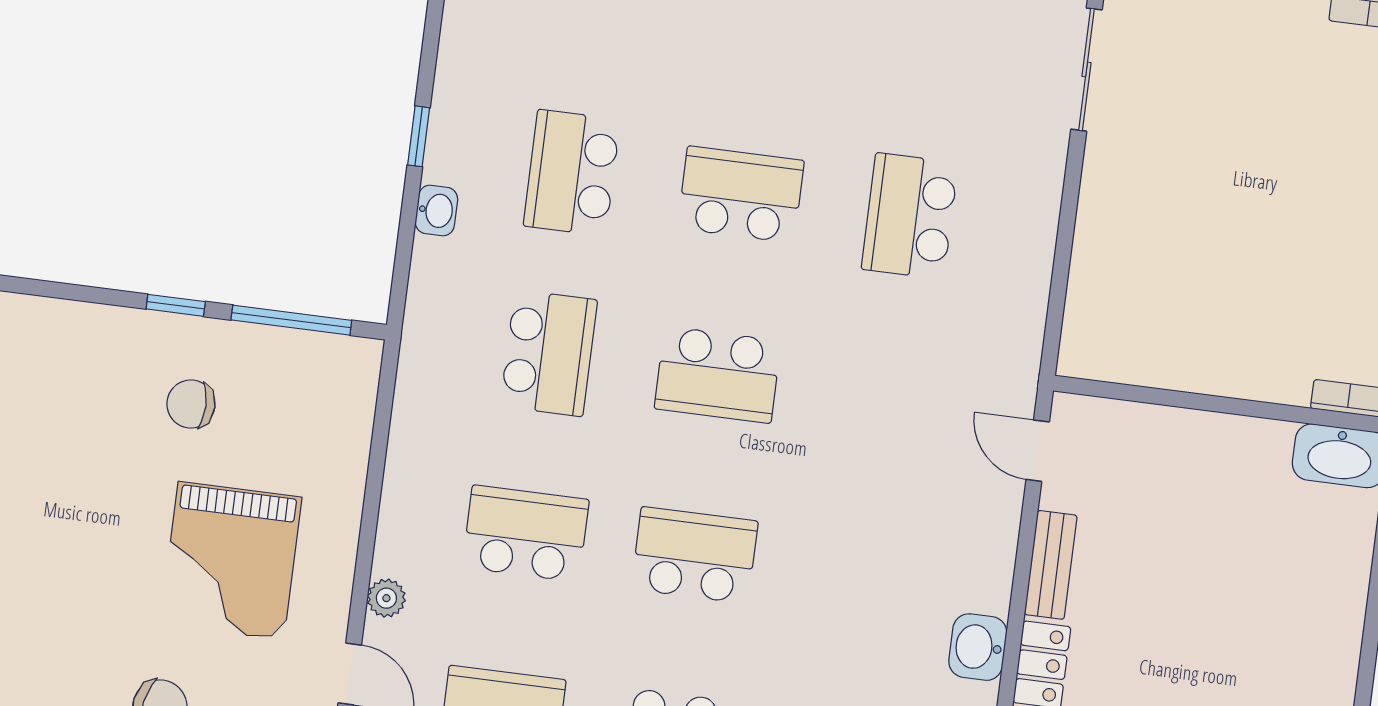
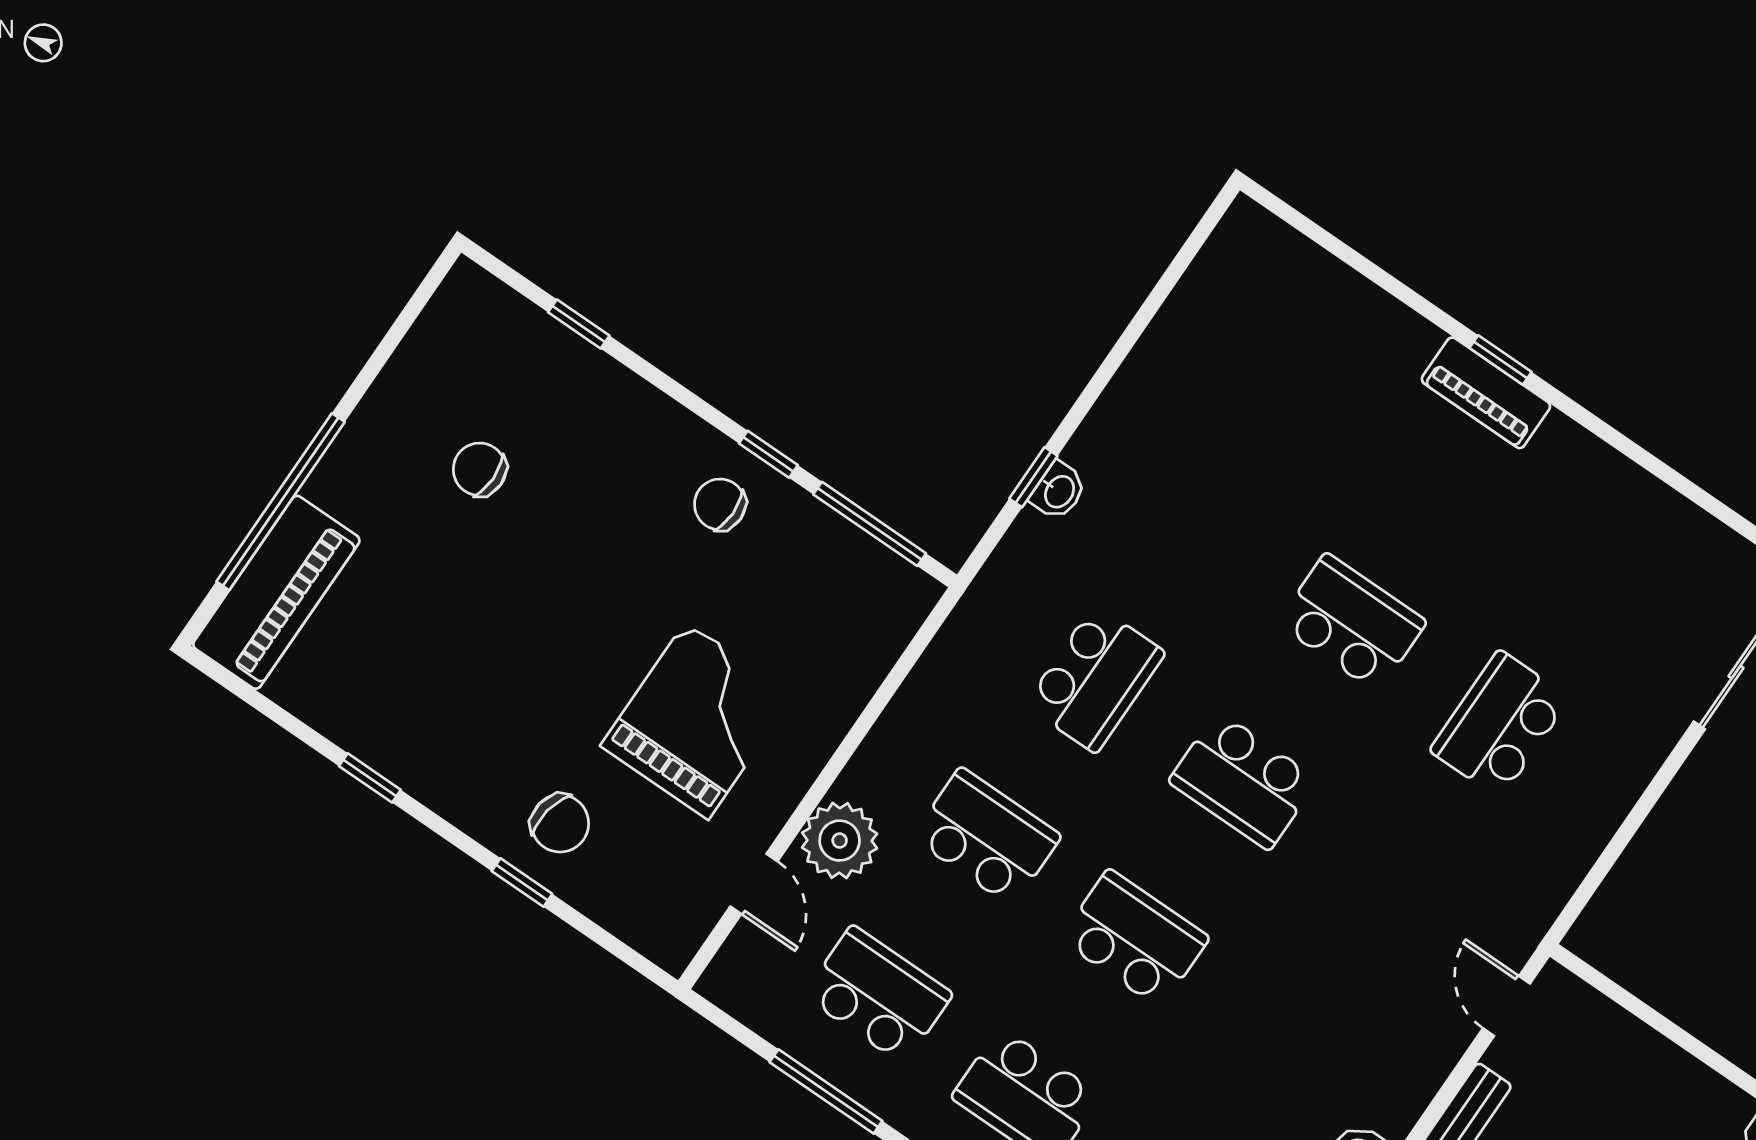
window: (419, 136) -> (1033, 477), moved
school desk: (572, 173) -> (1204, 521), removed
chair: (191, 404) -> (720, 504), moved
grand piano: (231, 561) -> (697, 720), turned 180
plant: (386, 598) -> (840, 841), width x1.88, depth x1.88

